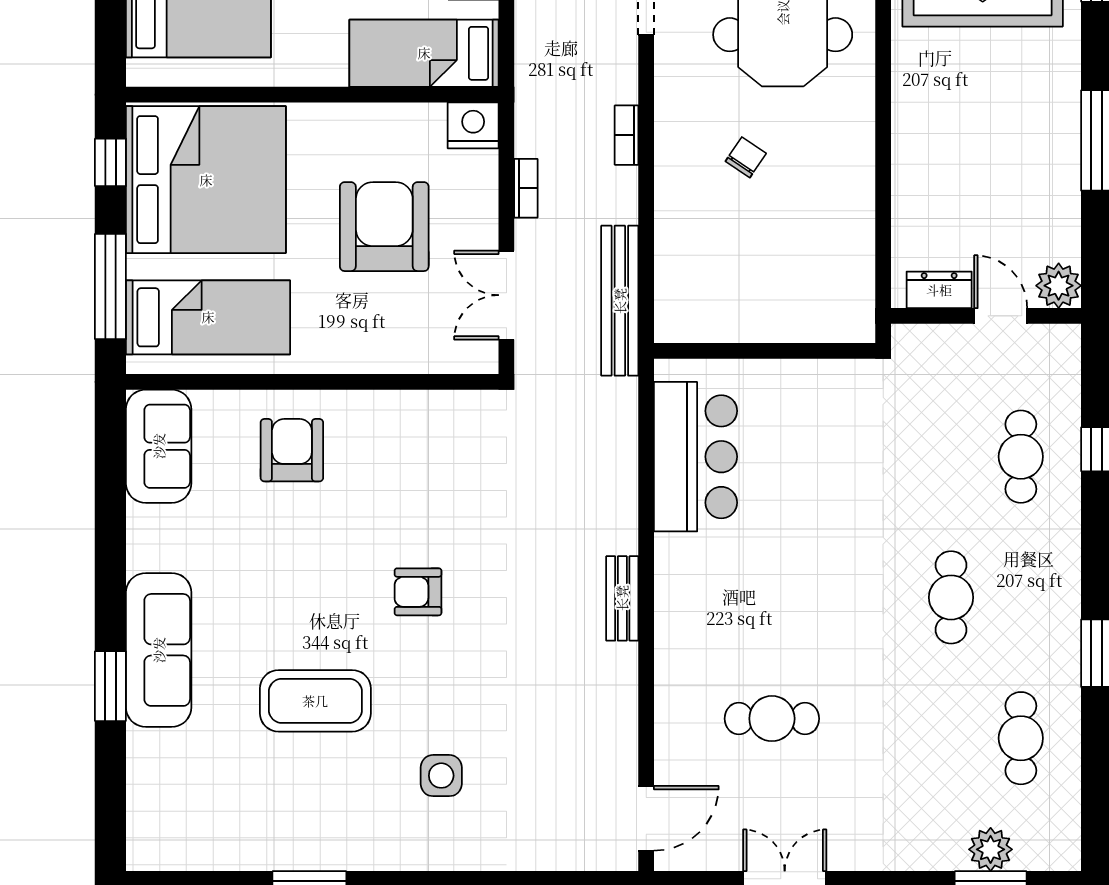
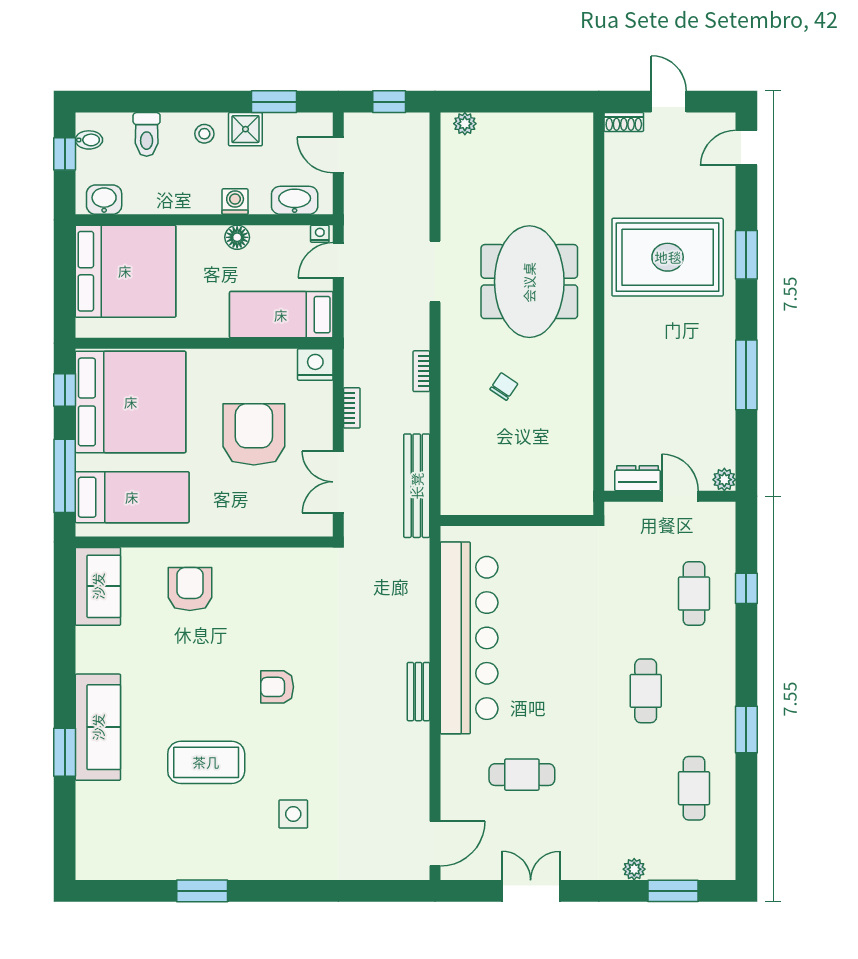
plant: (1059, 286) -> (724, 480), width x0.73, depth x0.73
bar counter: (696, 457) -> (469, 638), width x1.86
plant: (991, 849) -> (634, 869), moved, width x0.73, depth x0.73

